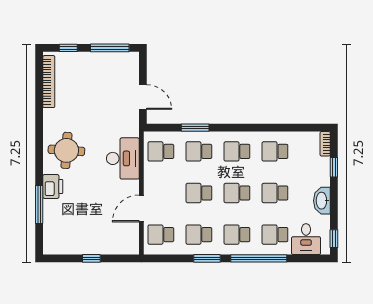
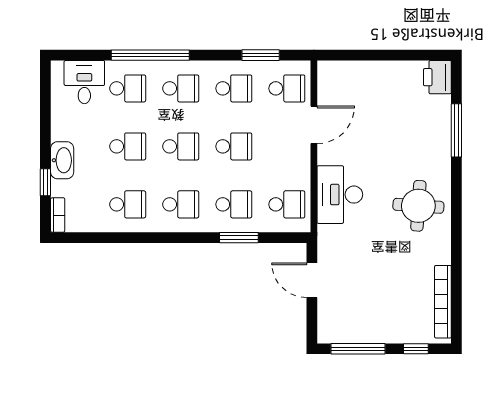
printer: (53, 186) -> (437, 77), moved
washbasin: (322, 201) -> (62, 160), moved
window: (334, 239) -> (45, 83), removed
window: (91, 258) -> (384, 55), removed
window: (207, 258) -> (261, 55), moved

